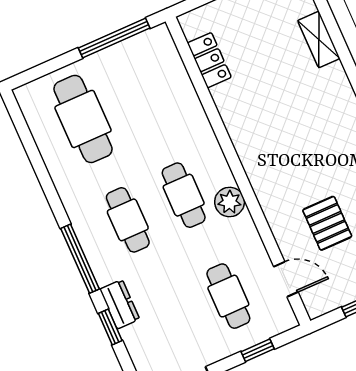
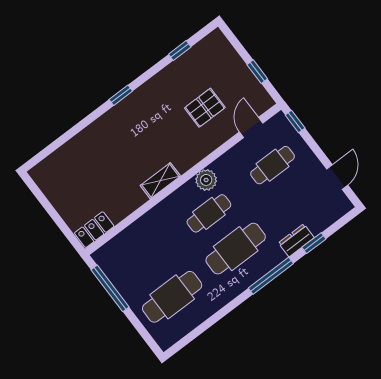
shelving: (319, 39) -> (160, 181), moved
locker: (209, 60) -> (94, 230), moved
cafe table: (128, 220) -> (236, 249), width x1.37, depth x1.35
window: (258, 350) -> (295, 121), moved

